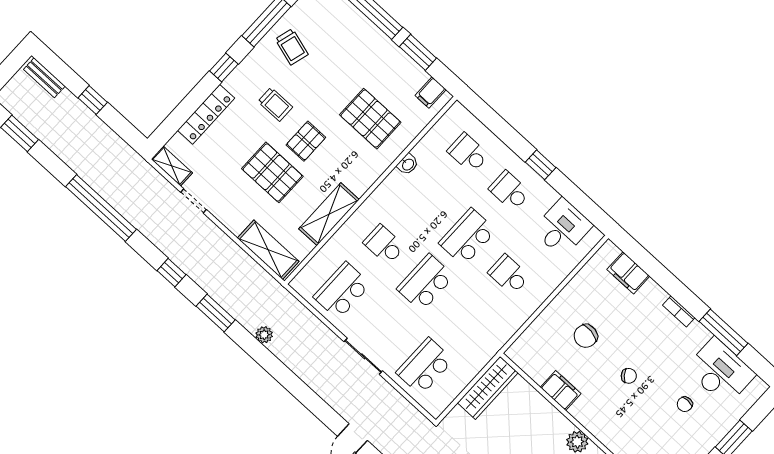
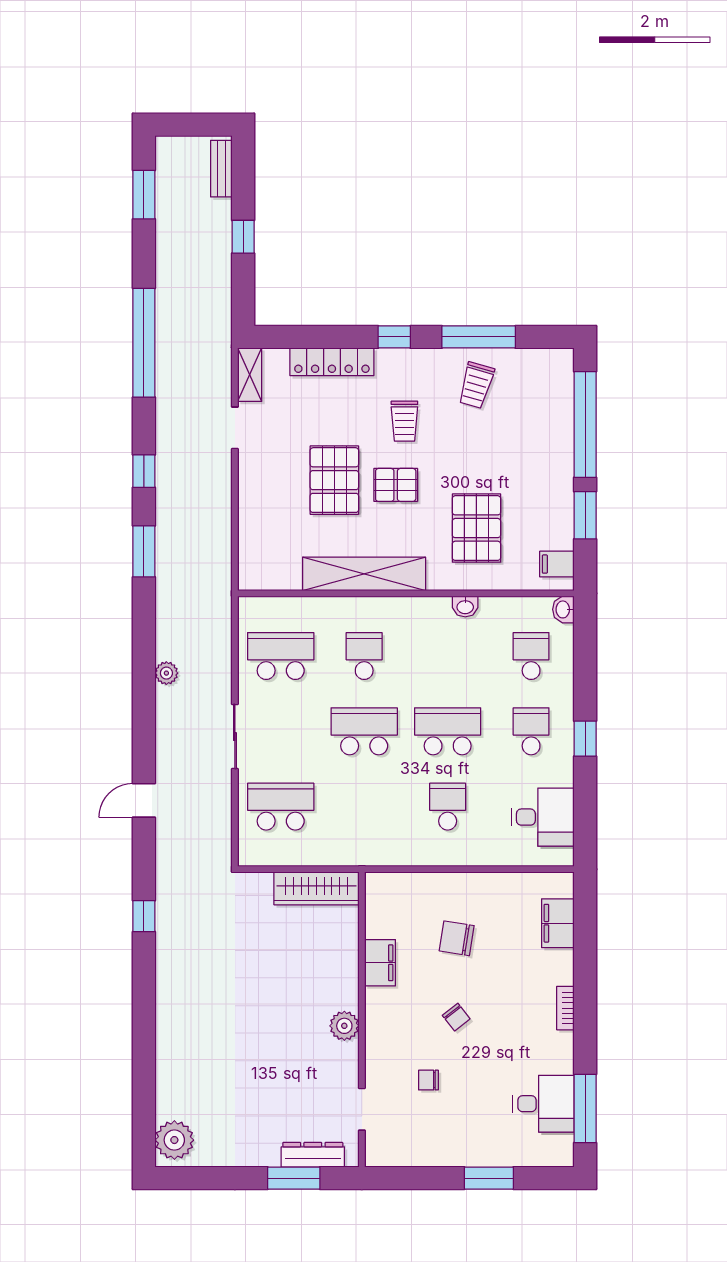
washbasin: (459, 112) -> (563, 609), added
shelving: (329, 214) -> (364, 574), width x1.47
shelving: (268, 250) -> (254, 546), removed
window: (724, 332) -> (585, 1109), moved
plant: (264, 335) -> (166, 673), moved
desk: (720, 372) -> (544, 1104), width x0.73
chair: (685, 404) -> (428, 1080), moved

